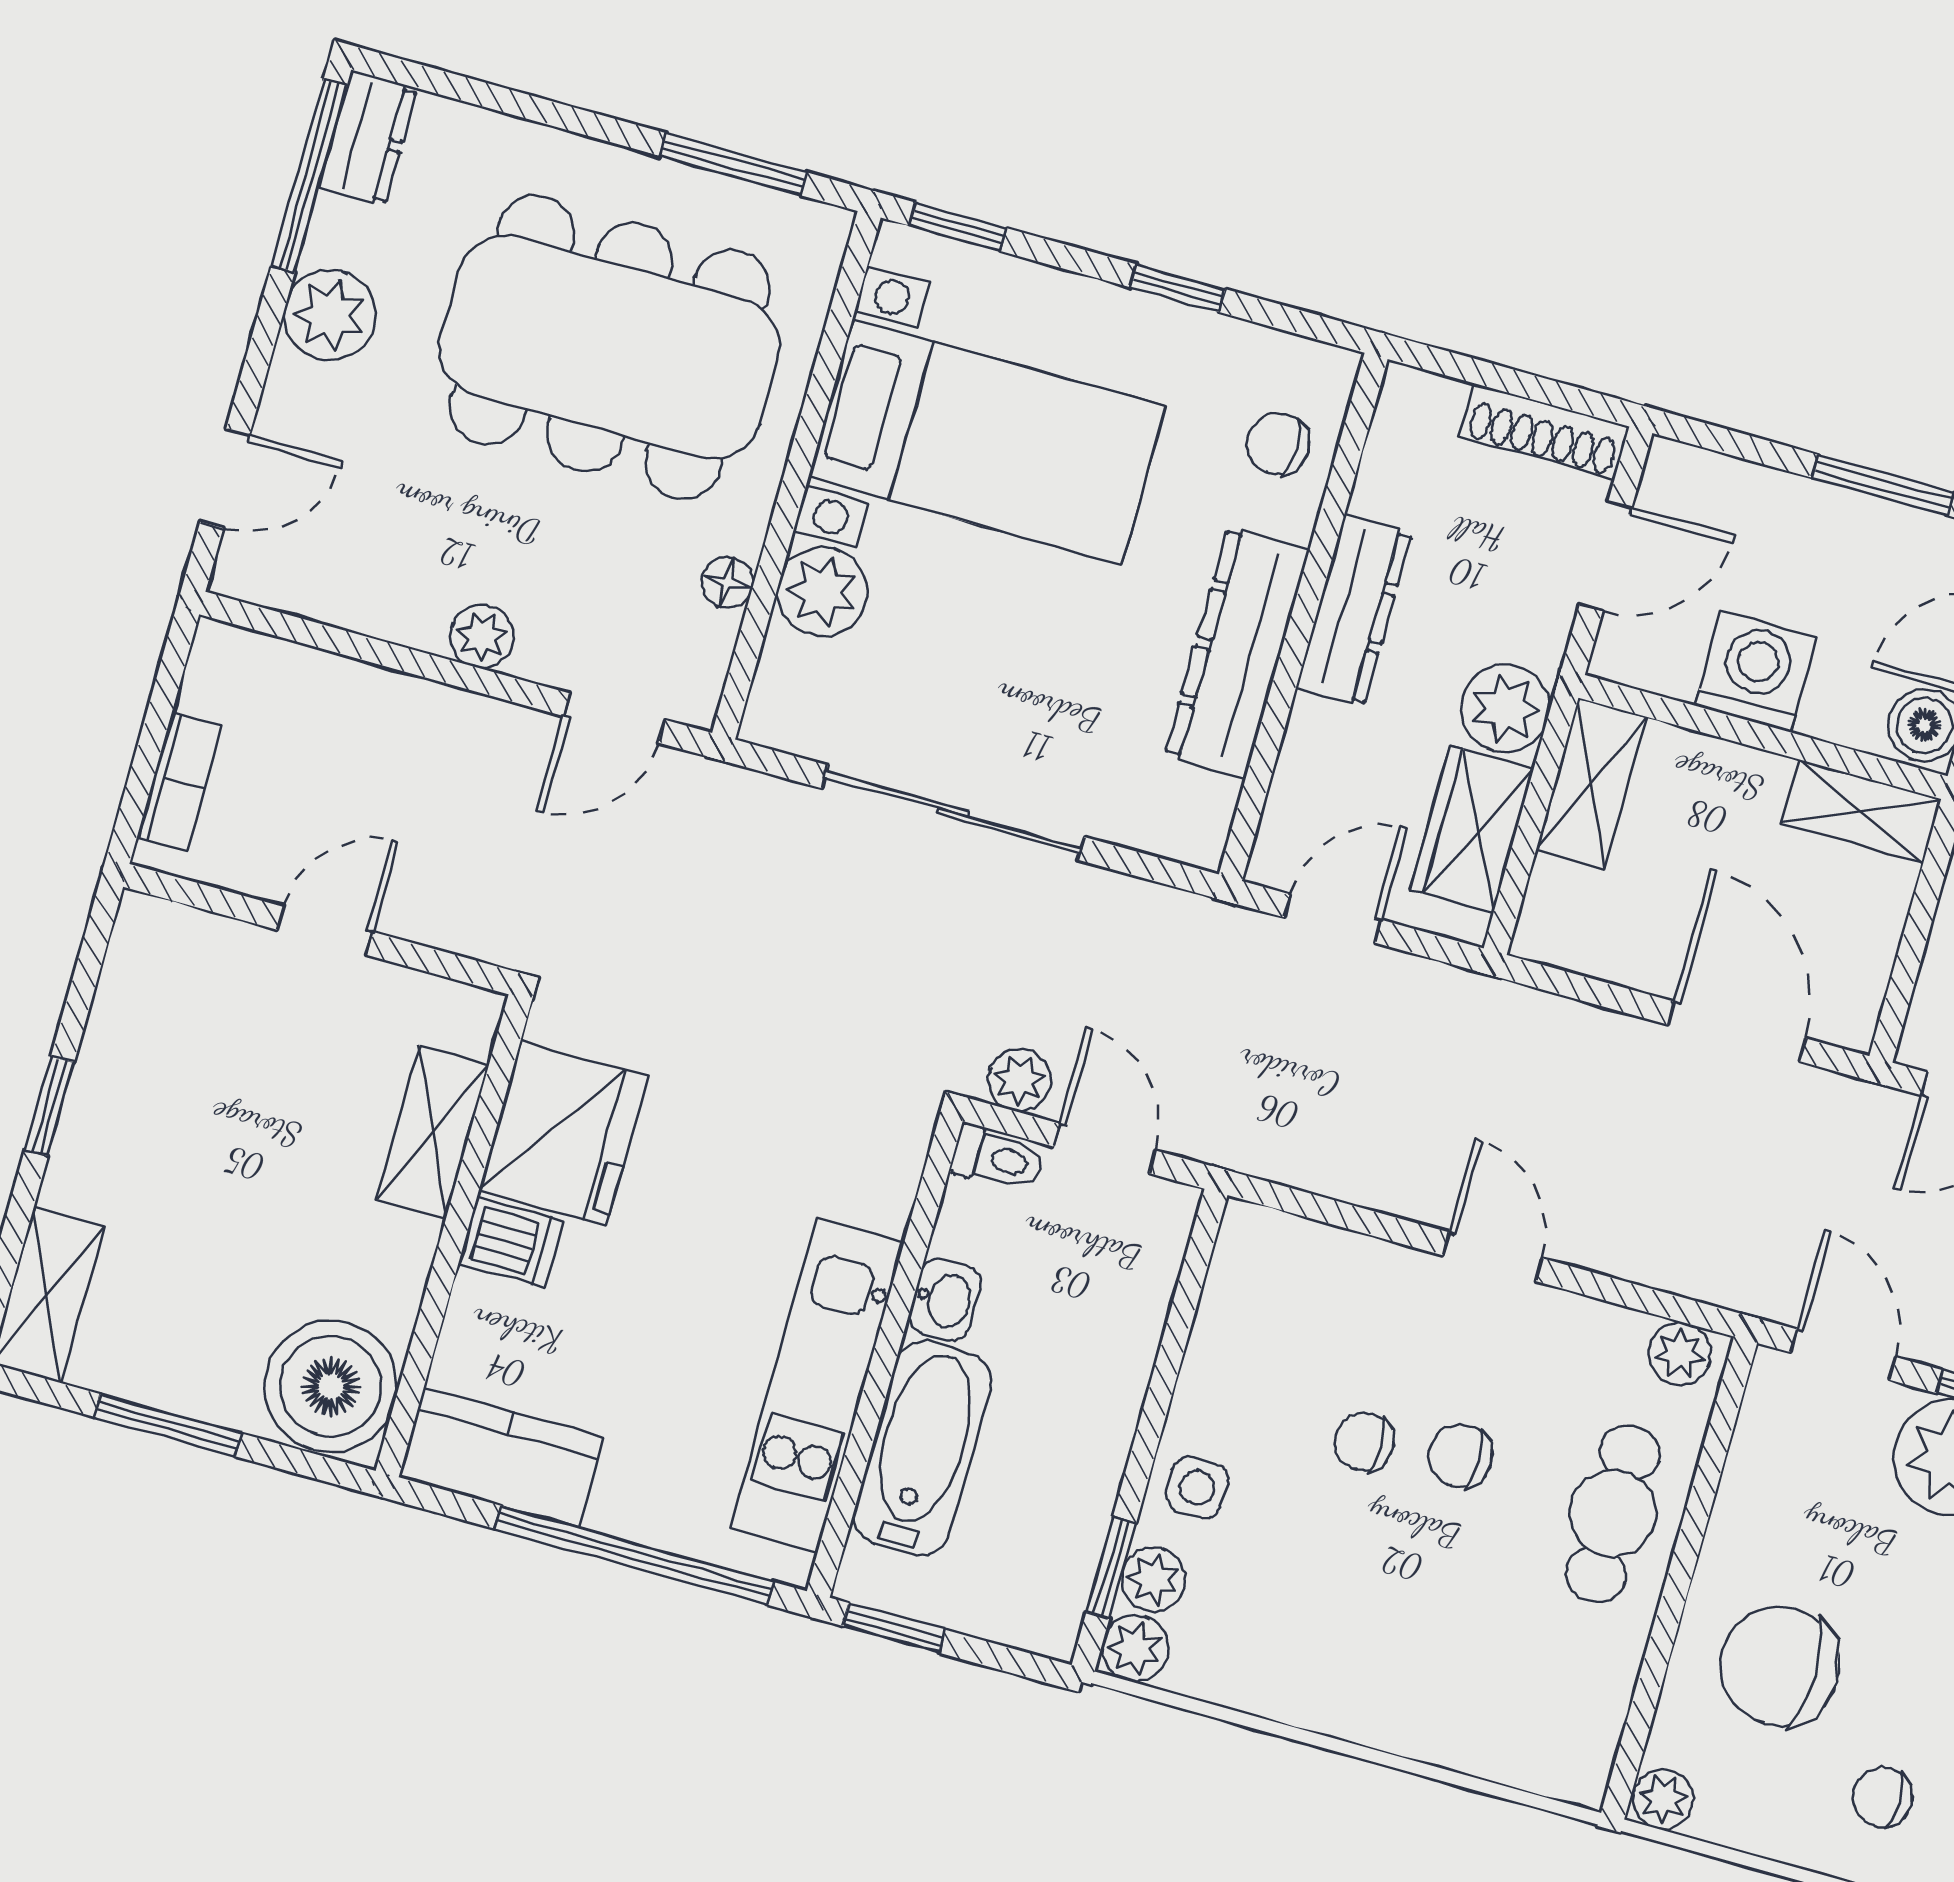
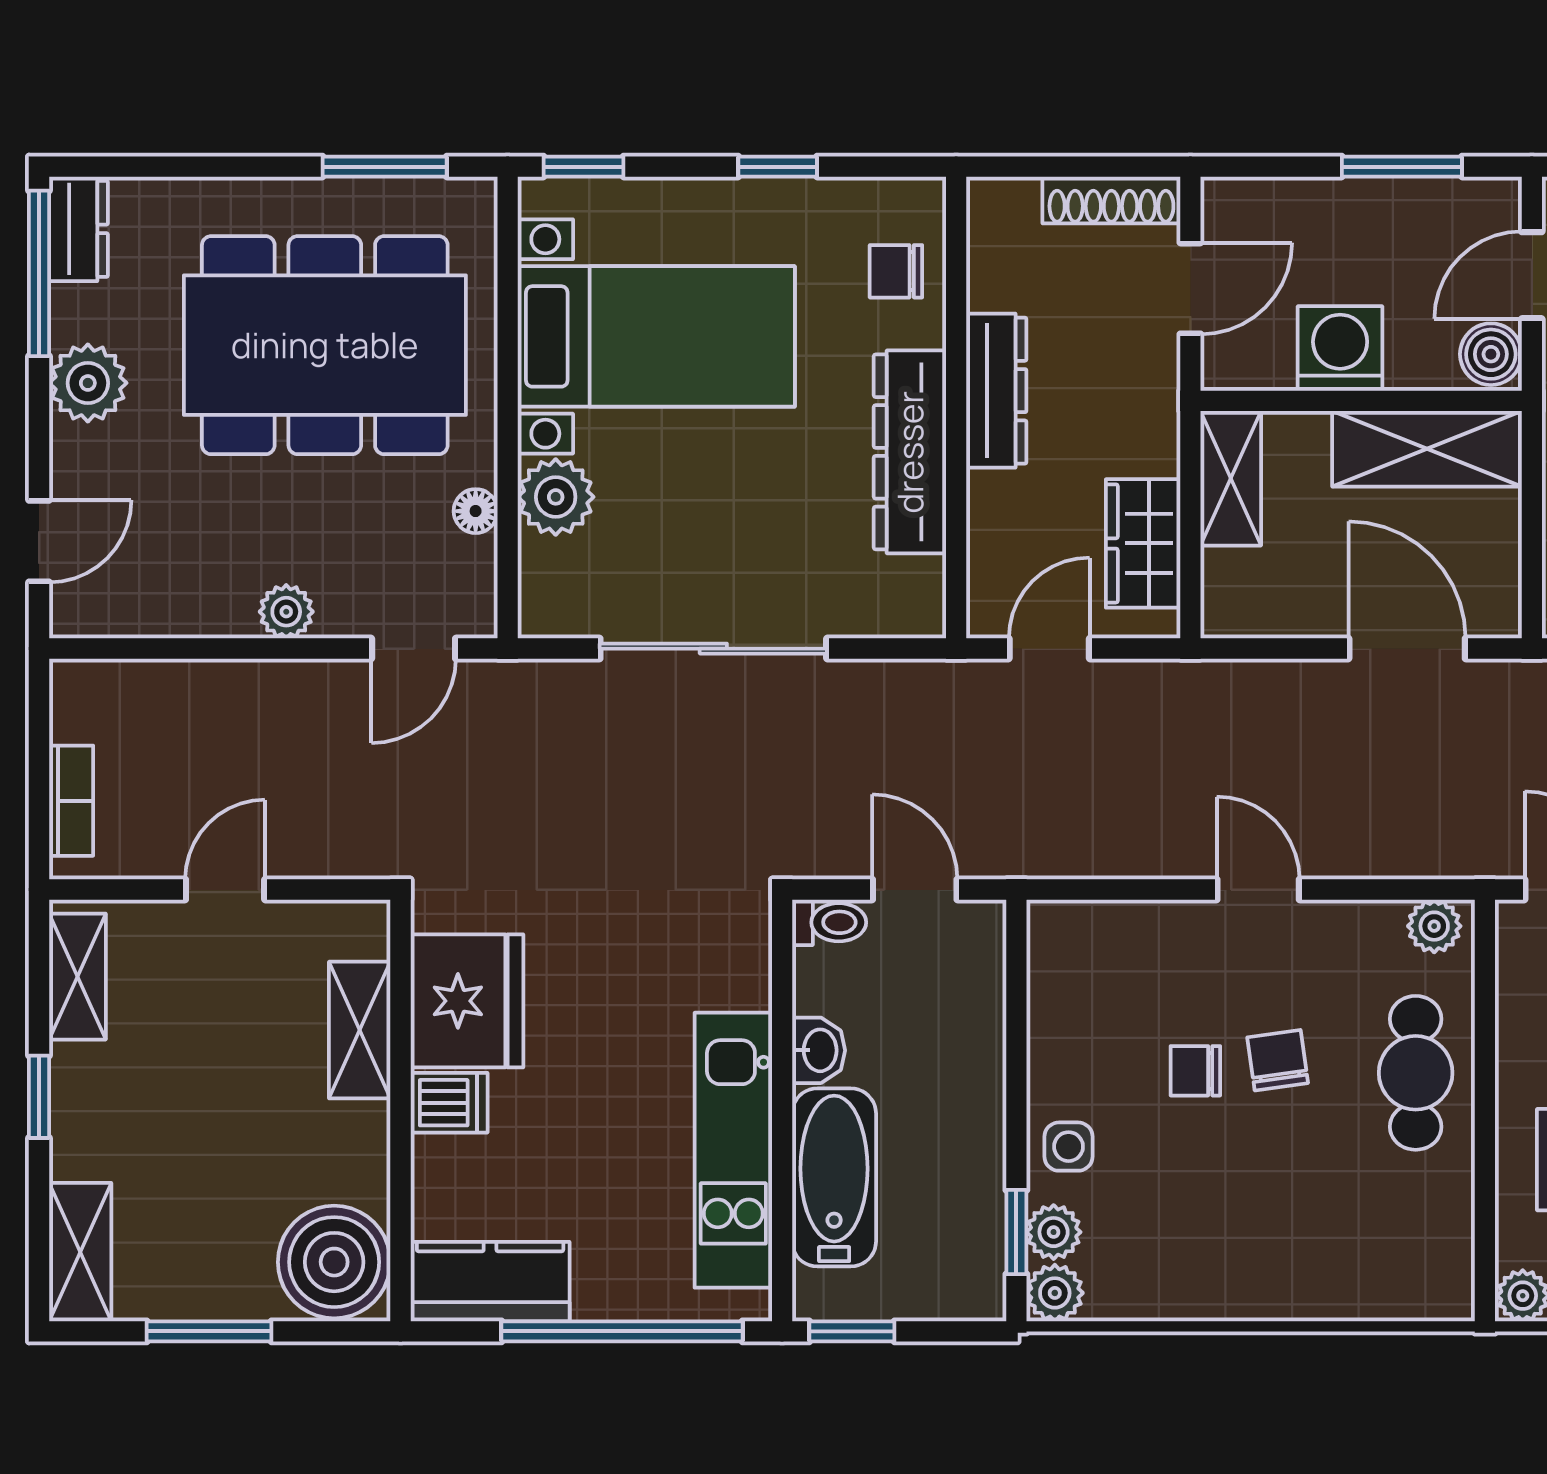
plant: (1505, 708) -> (1143, 436), removed
shelving: (1861, 811) -> (1427, 449), width x1.50, depth x1.33
shelving: (131, 983) -> (77, 977), added
plant: (1020, 1080) -> (829, 853), removed
chair: (1461, 1456) -> (1278, 1060), turned 82

